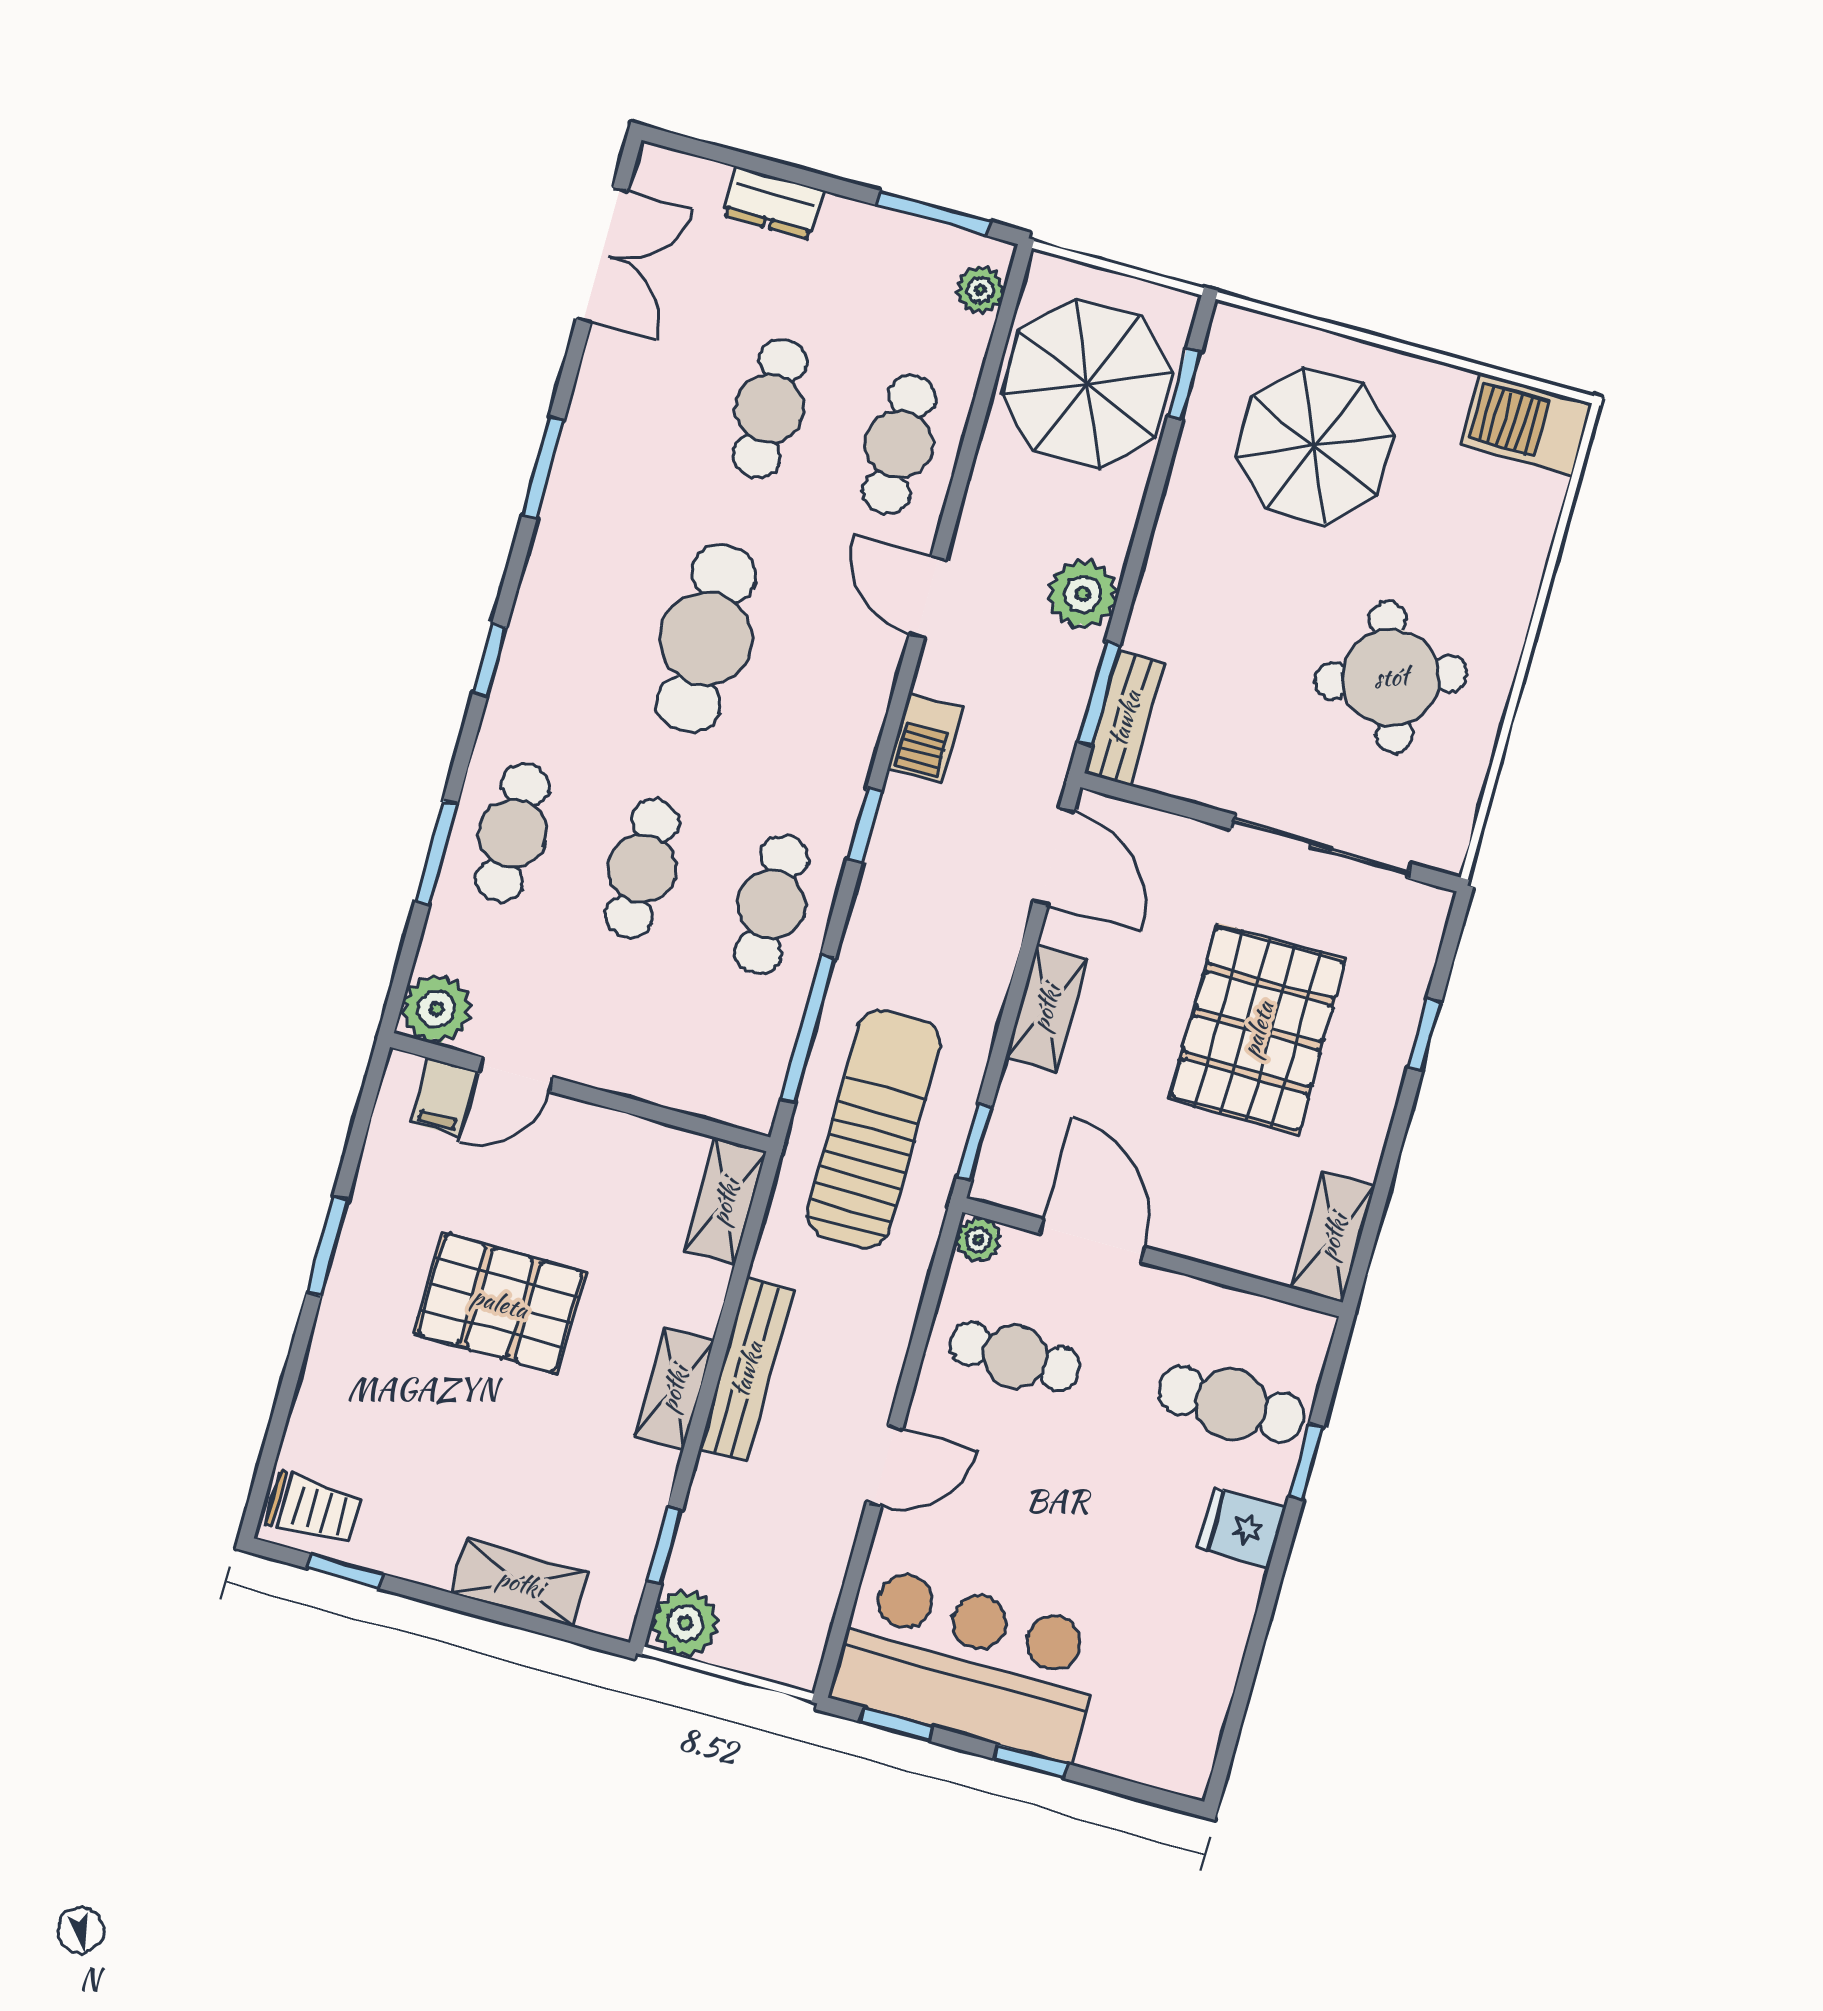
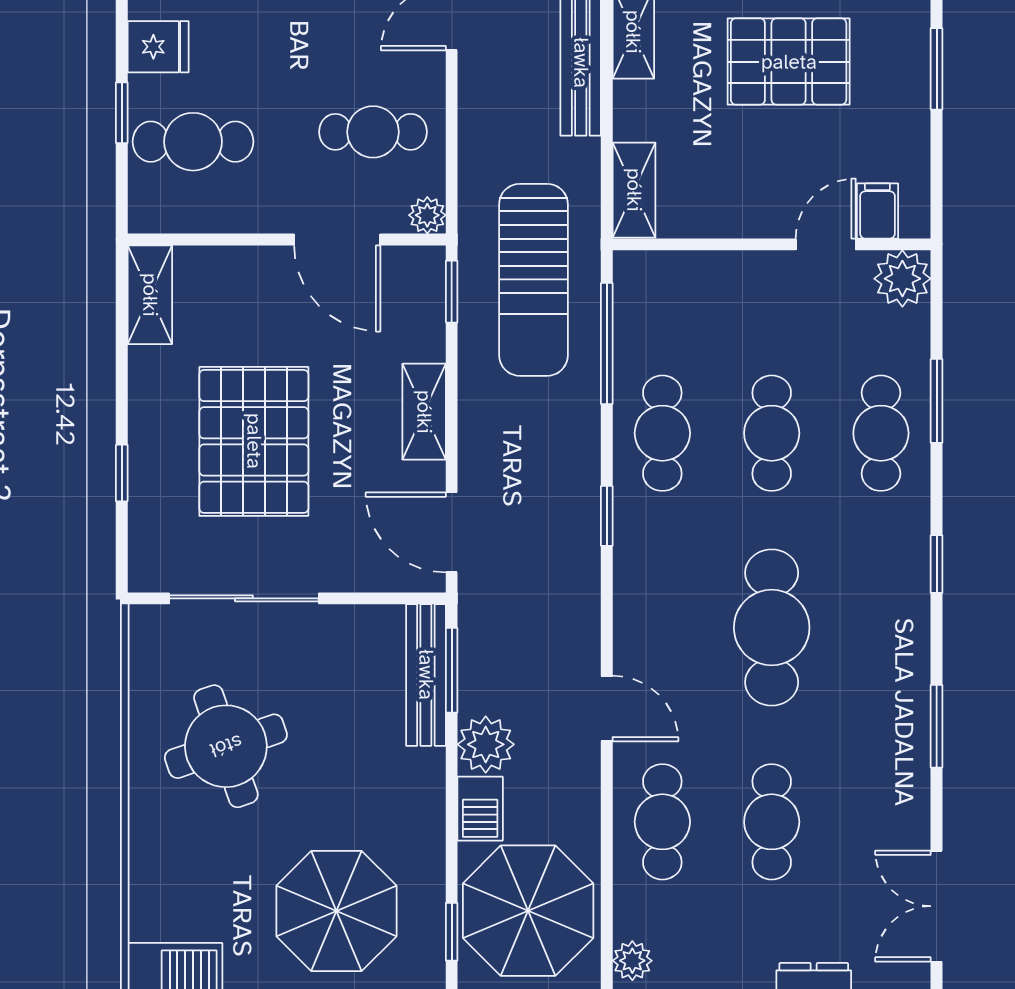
bench: (1125, 718) -> (426, 675), width x1.36
barbecue: (925, 738) -> (480, 809), moved, turned 180

